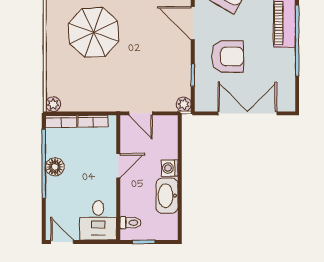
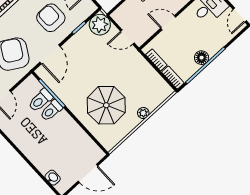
plant: (53, 104) -> (143, 113), moved
plant: (184, 104) -> (100, 25), width x1.88, depth x1.88
door: (141, 113) -> (127, 37), swing flipped

